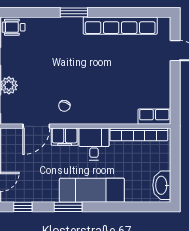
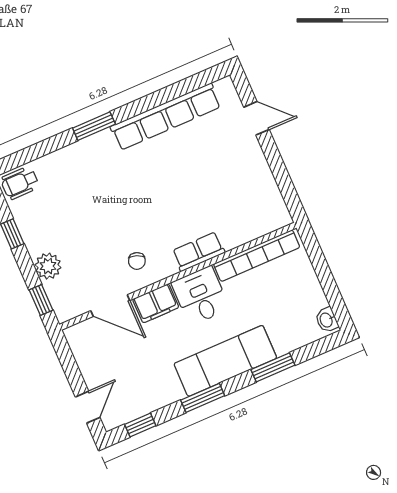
row of seats: (154, 117) -> (198, 252), moved
door: (36, 126) -> (110, 306), hinge flipped
washbasin: (162, 185) -> (327, 320), width x0.52, depth x0.69
window: (119, 207) -> (273, 367), added

